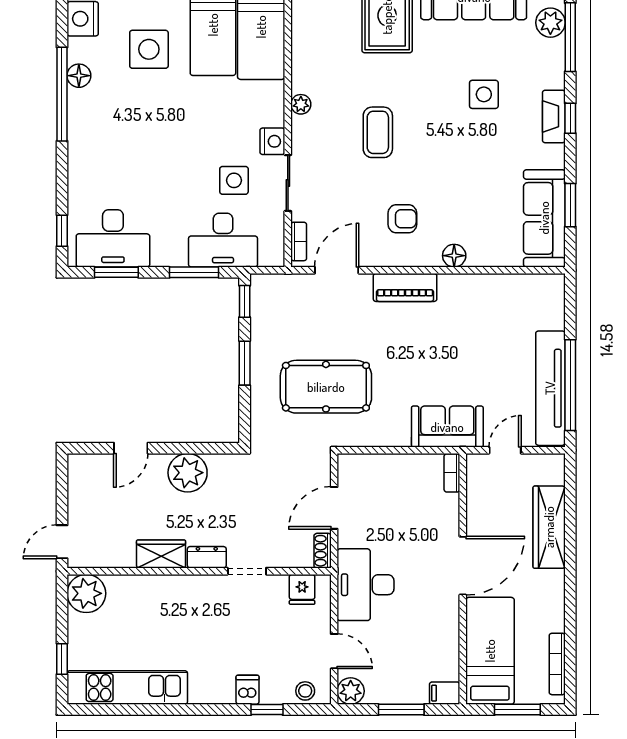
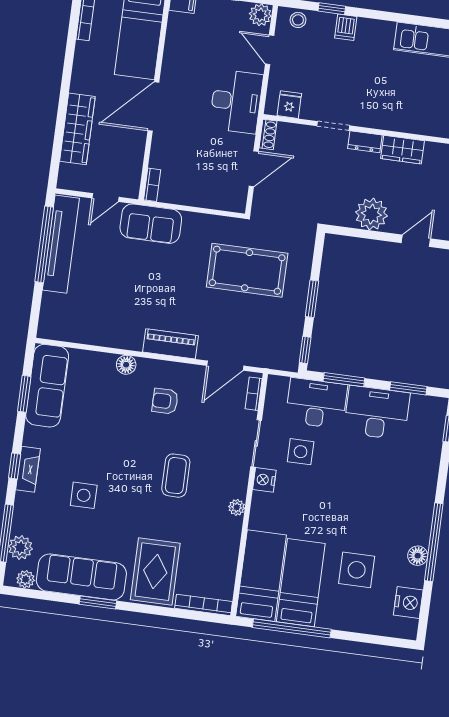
desk: (113, 238) -> (377, 413), moved

